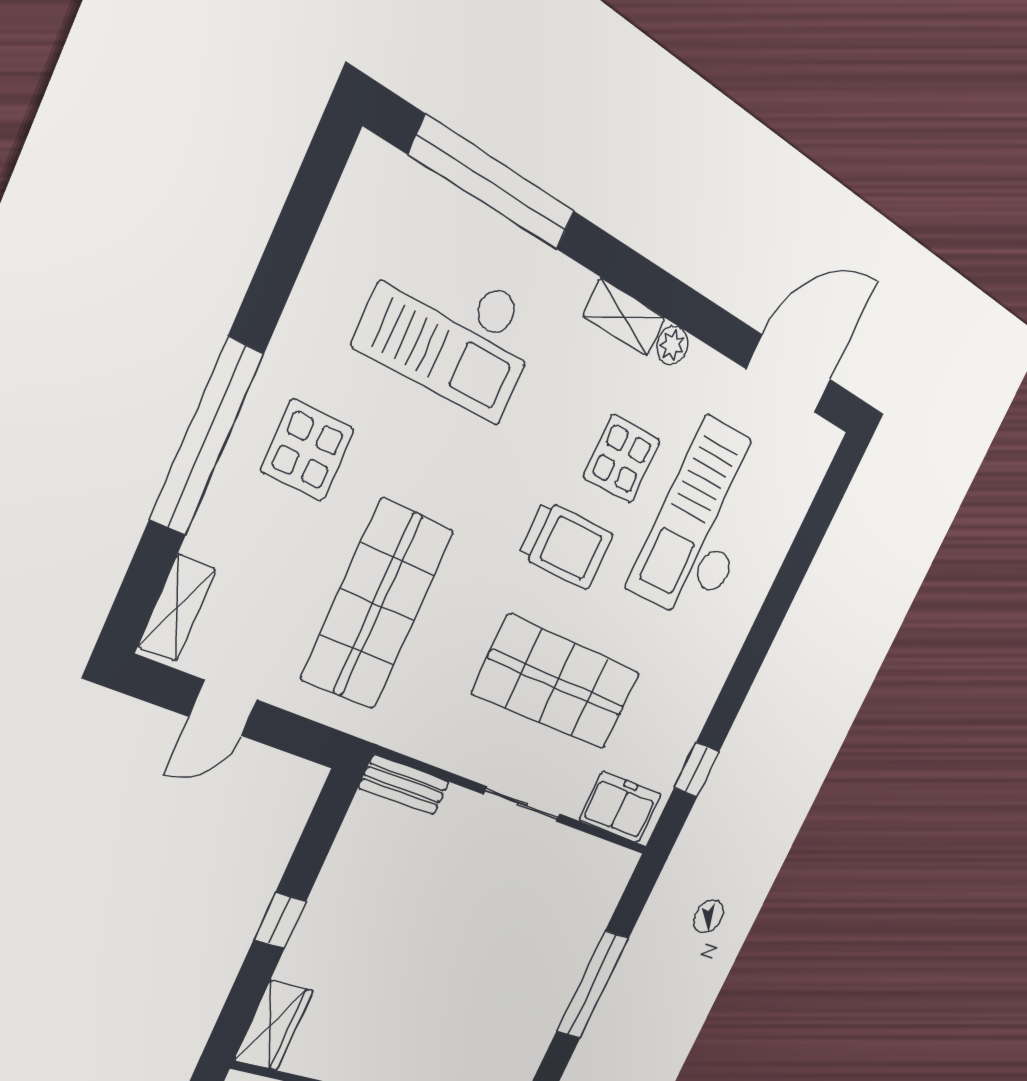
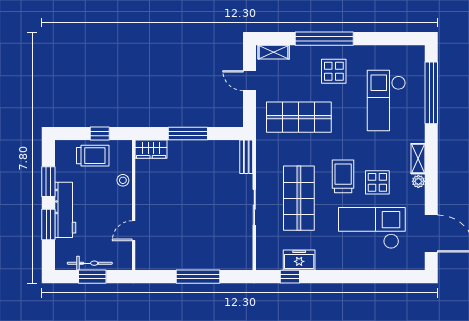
trolley: (566, 545) -> (343, 176), turned 180
freezer: (620, 807) -> (299, 260), moved, turned -90
window: (280, 920) -> (188, 134), width x2.17

